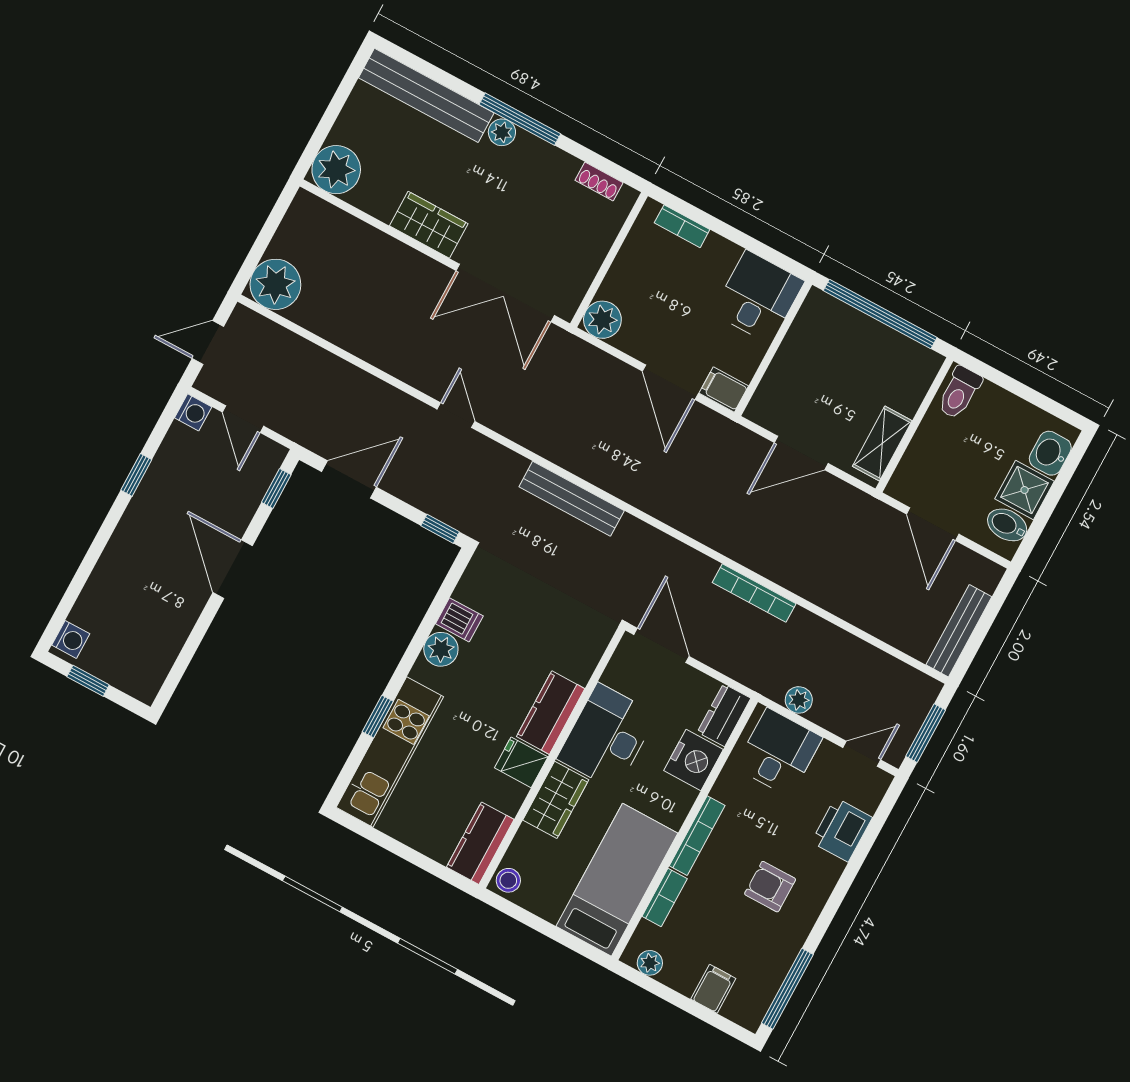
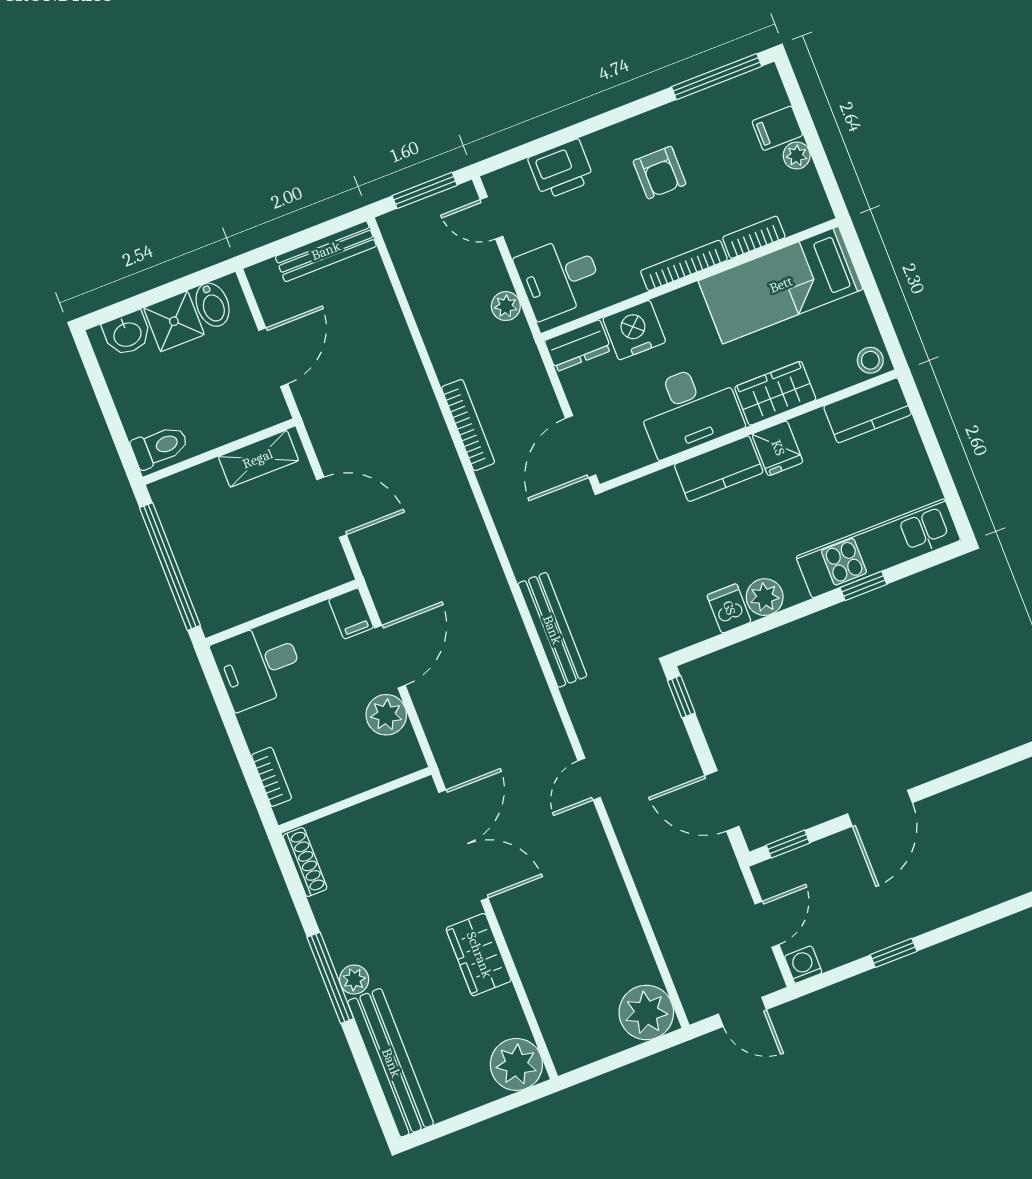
shoe rack: (599, 181) -> (305, 862), width x1.43
plant: (602, 320) -> (386, 715), moved
plant: (650, 963) -> (797, 155), moved

